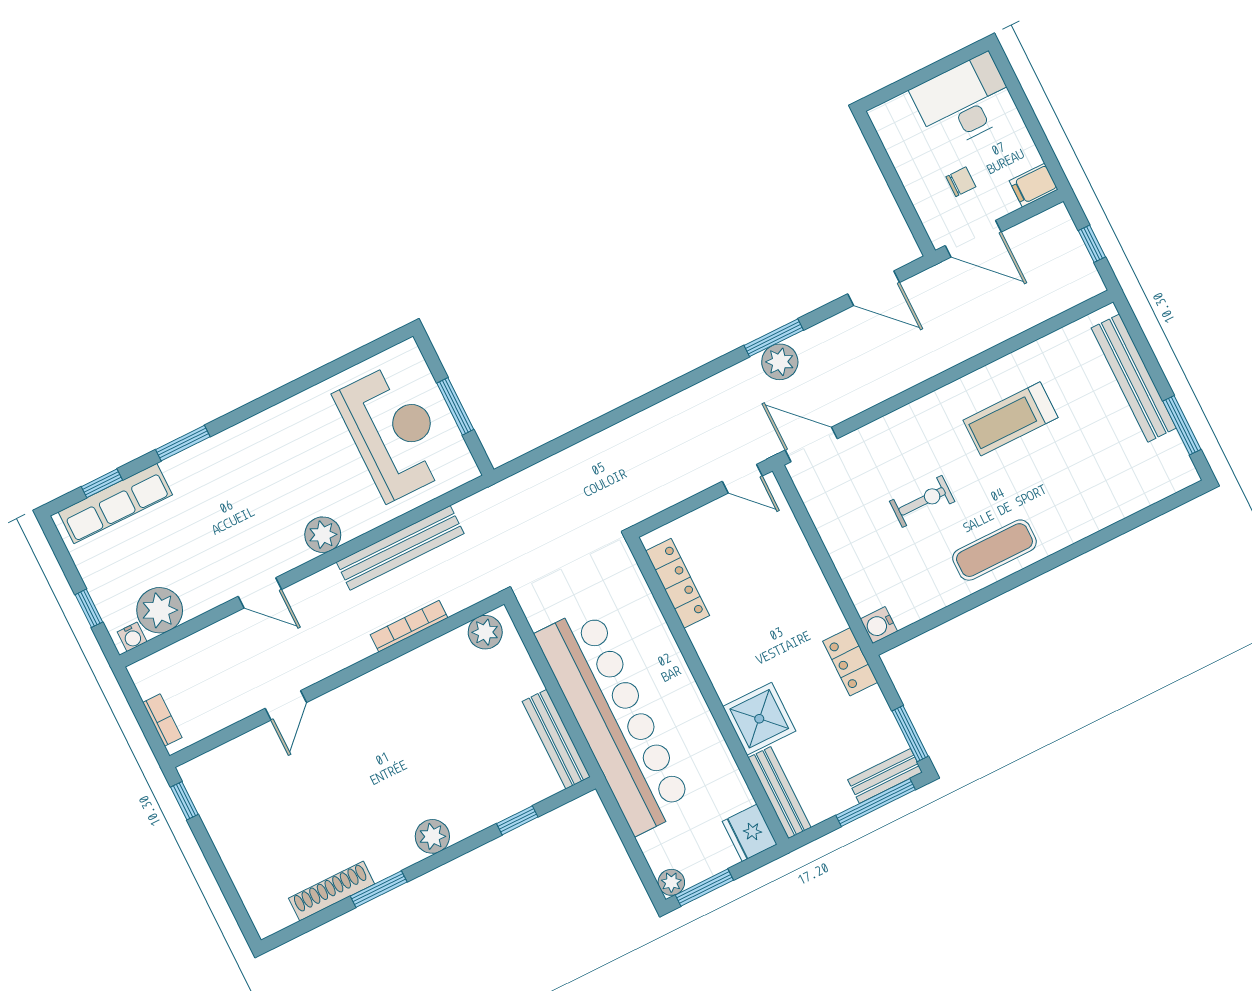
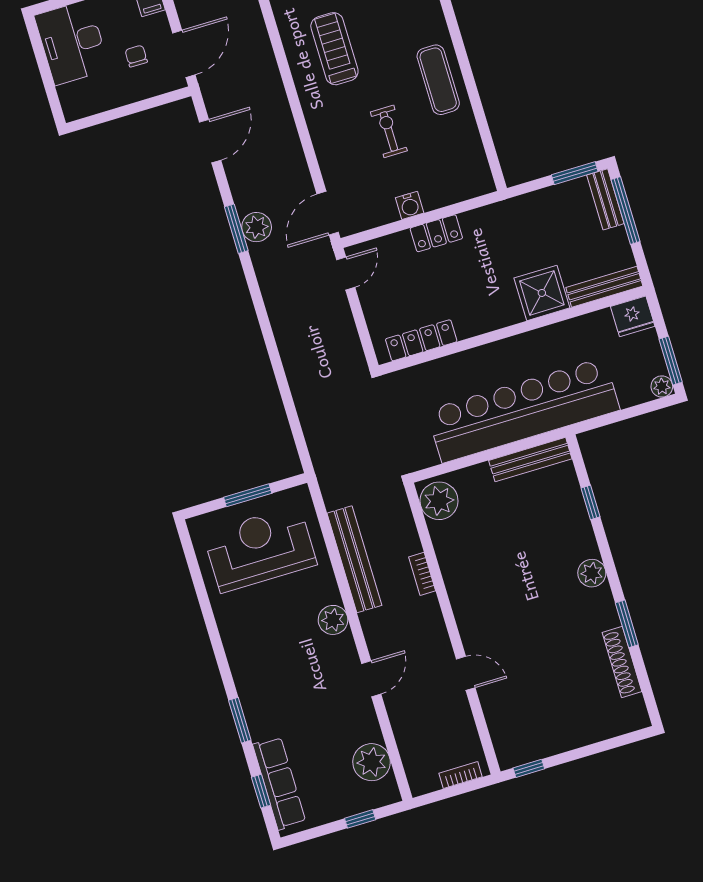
treadmill: (1010, 419) -> (334, 49), turned 180
water cooler: (879, 625) -> (410, 205), moved
bookcase: (409, 626) -> (422, 574), width x0.64
plant: (485, 632) -> (439, 501), width x1.36, depth x1.36
water cooler: (132, 637) -> (389, 788), removed
locker: (850, 662) -> (436, 233), moved

